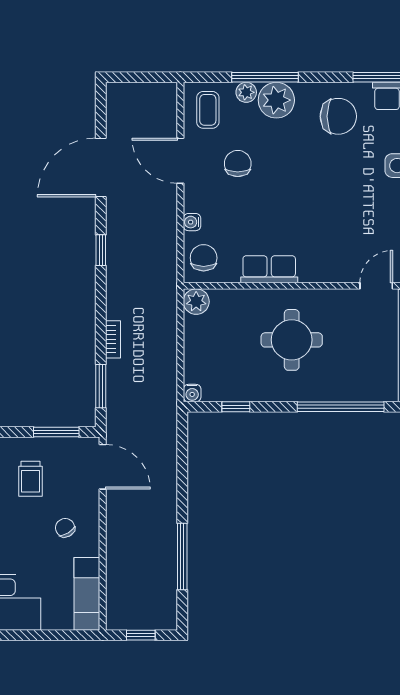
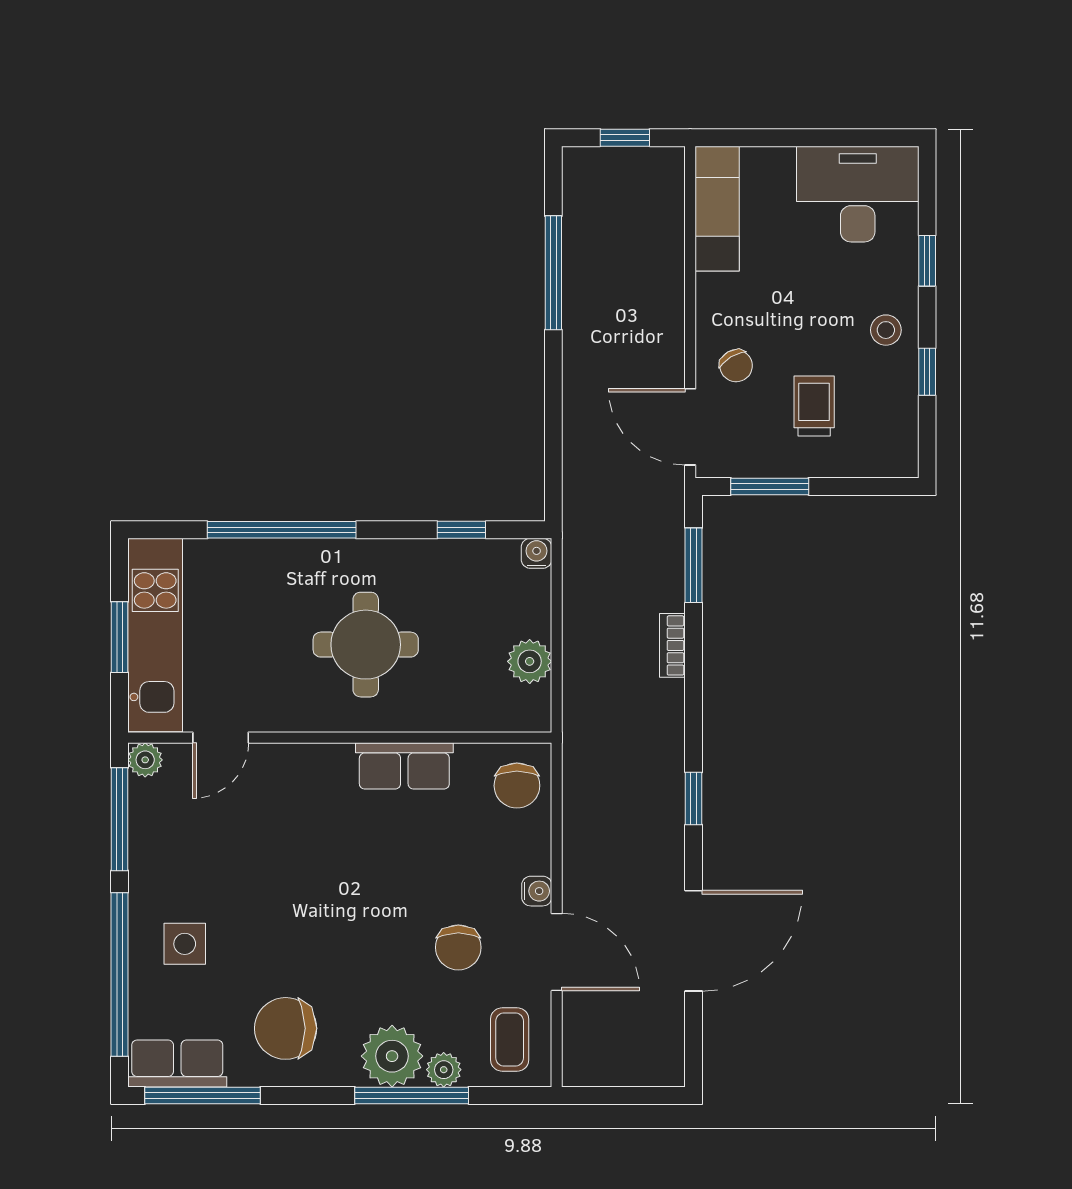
water cooler: (192, 222) -> (537, 891), moved
plant: (196, 302) -> (530, 661), moved
chair: (65, 528) -> (736, 366), moved

